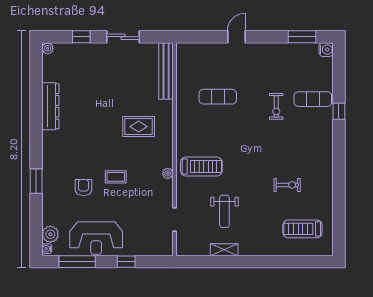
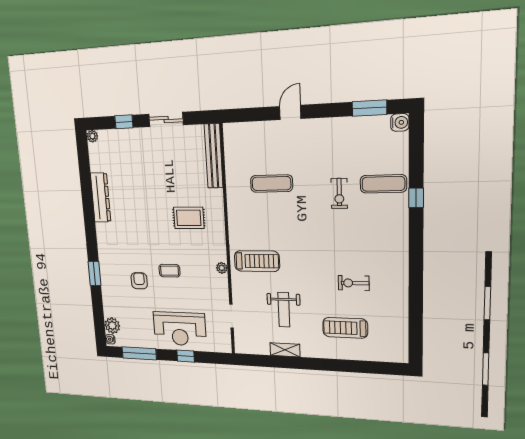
exercise bike: (287, 185) -> (354, 283), turned 180
treadmill: (302, 229) -> (345, 328), moved
reception desk: (96, 238) -> (180, 329), moved

